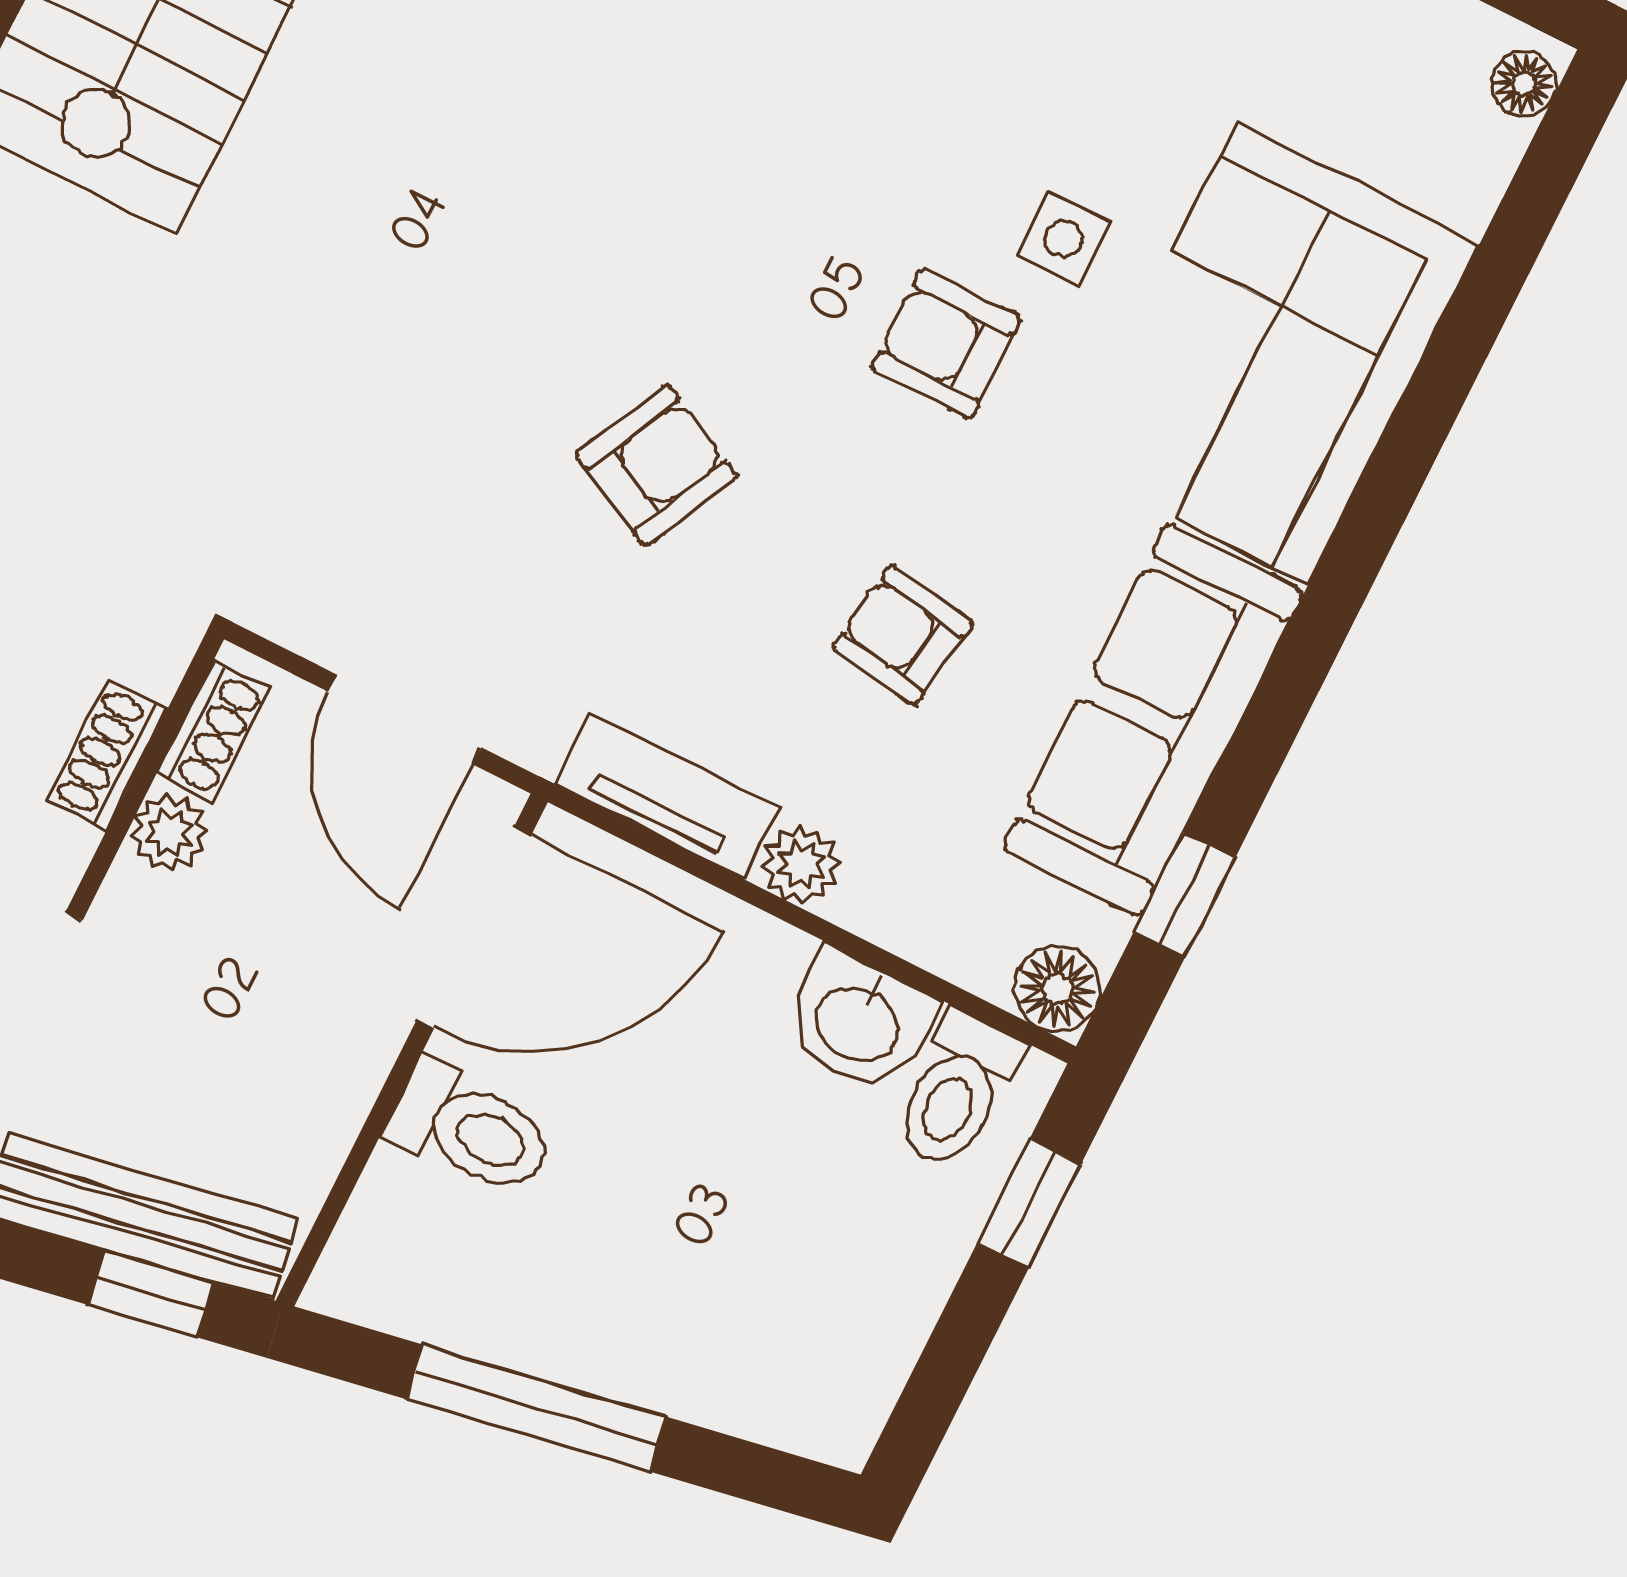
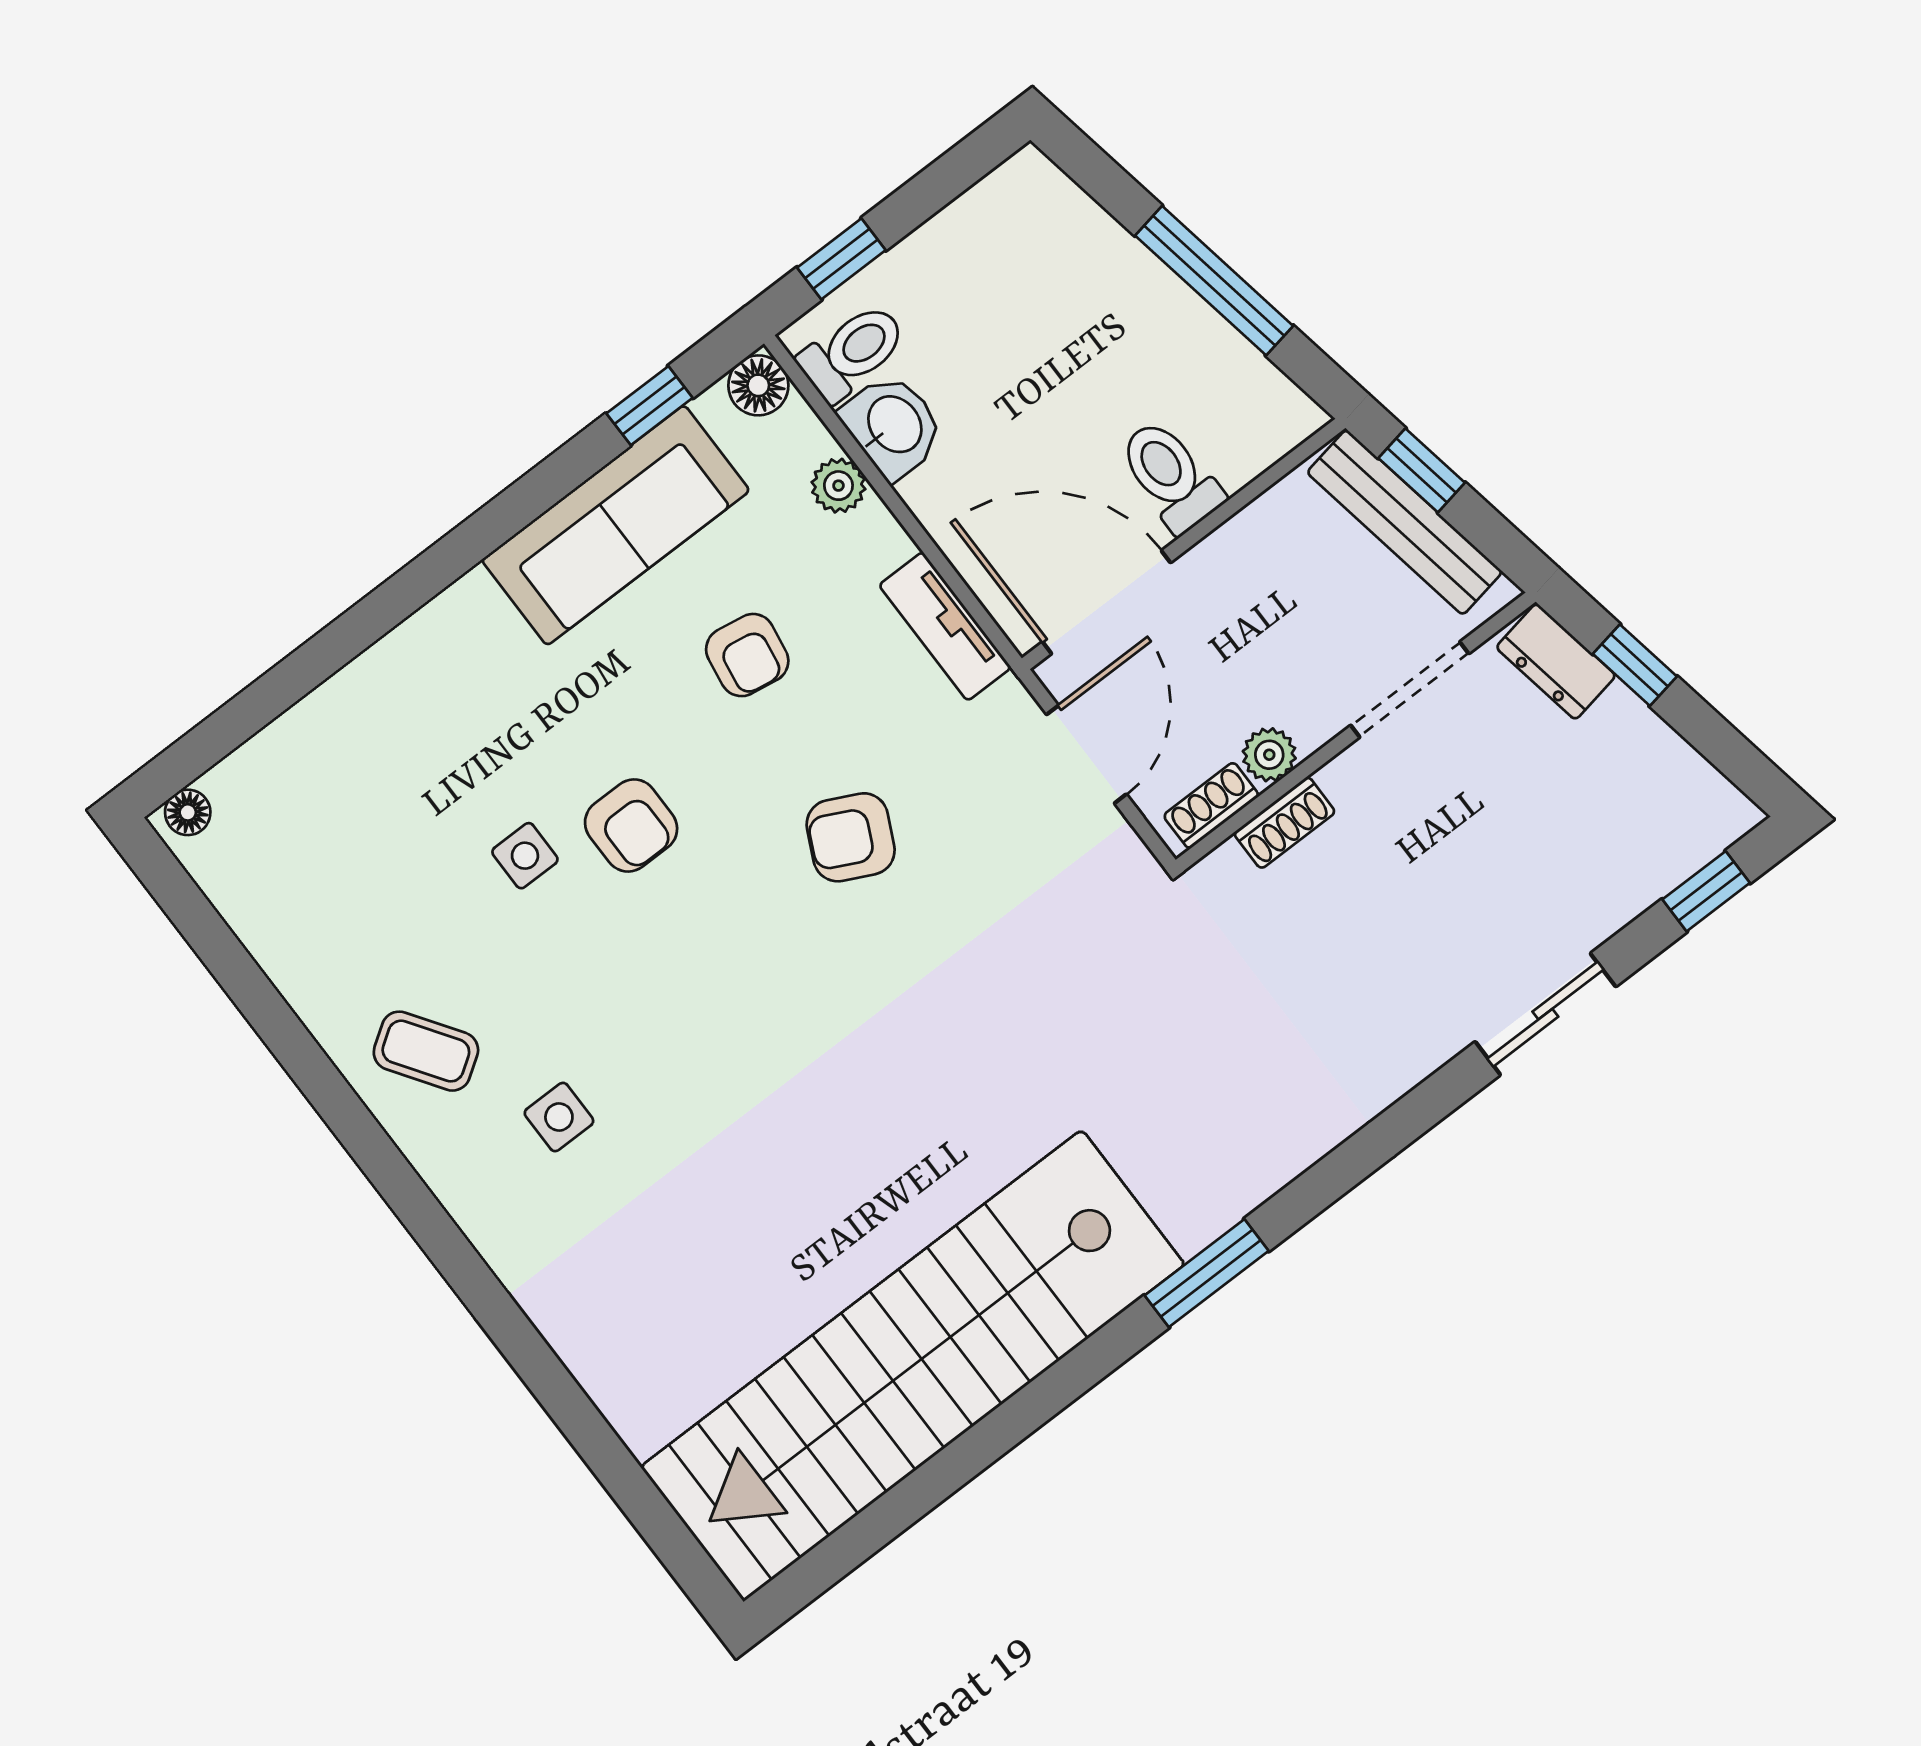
corner sofa: (1273, 353) -> (428, 720), removed
plant: (801, 865) -> (838, 486), moved

